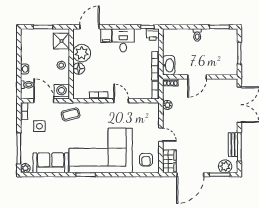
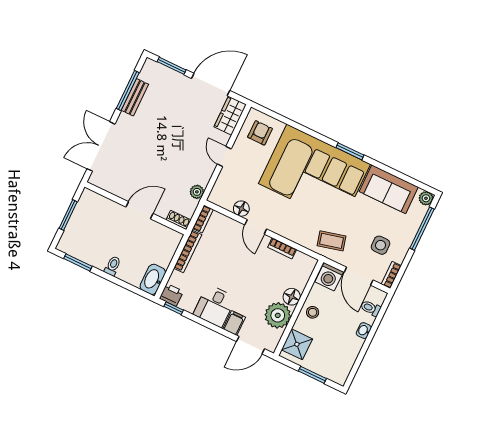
washbasin: (169, 65) -> (153, 279), moved
floor lamp: (135, 108) -> (241, 209), added
plant: (225, 166) -> (159, 73), removed

